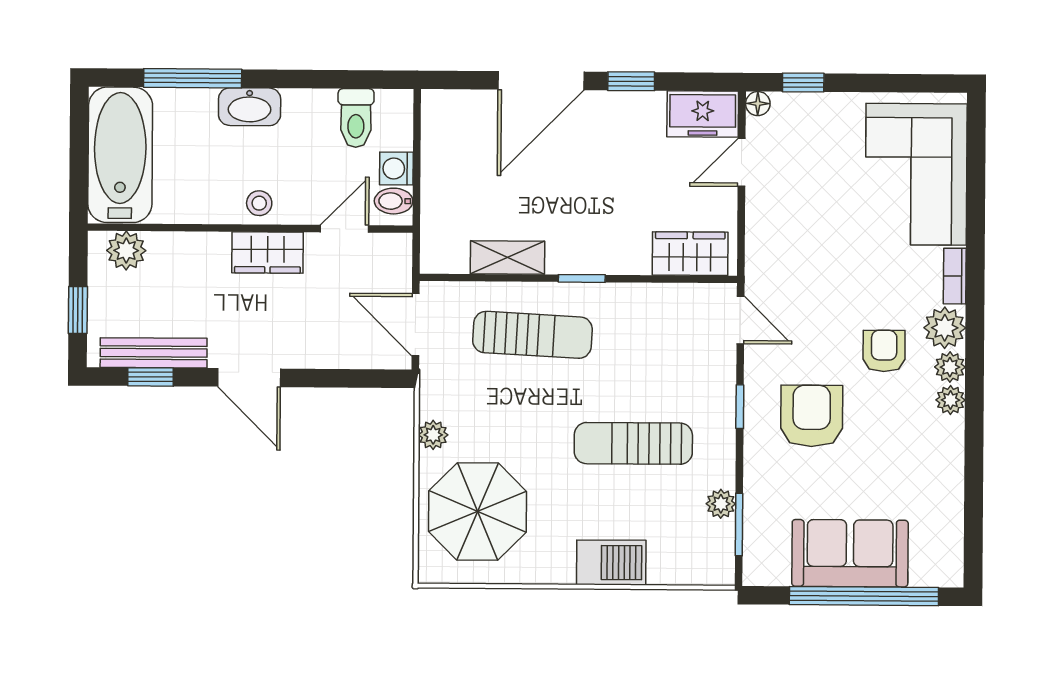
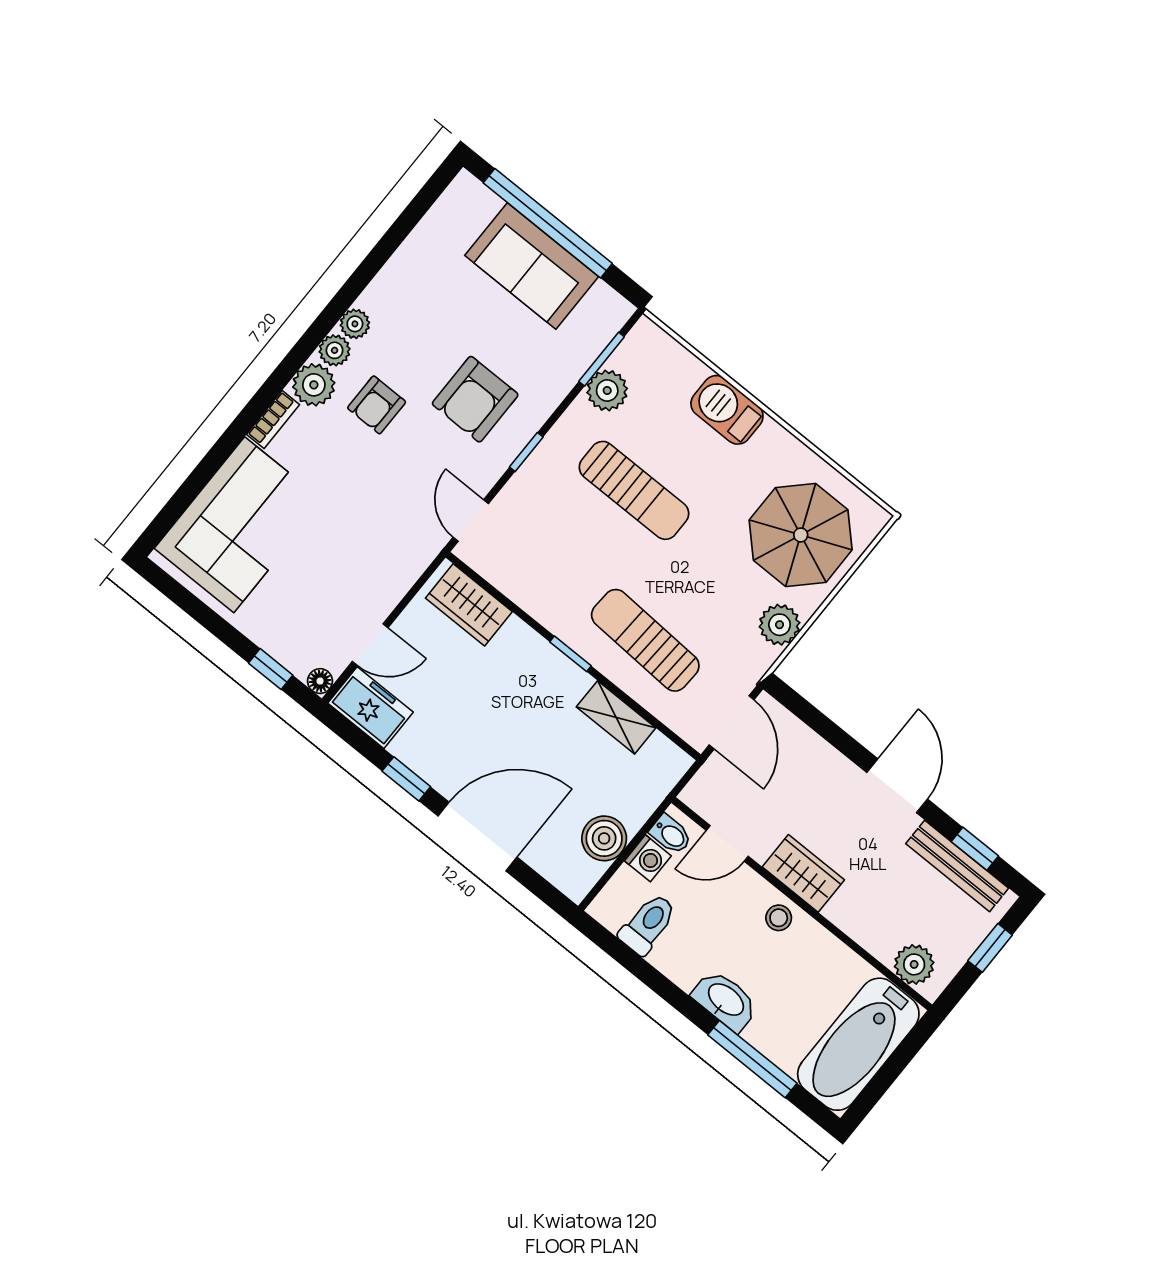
boiler: (442, 157) -> (604, 838), added
plant: (433, 435) -> (780, 625), width x1.38, depth x1.38
plant: (721, 504) -> (607, 390), width x1.38, depth x1.38

